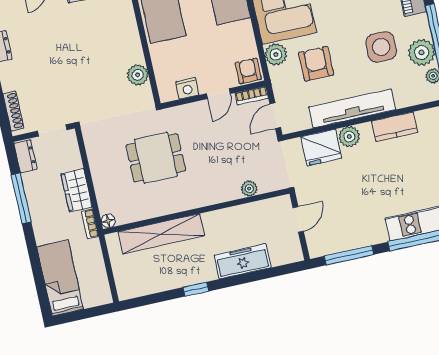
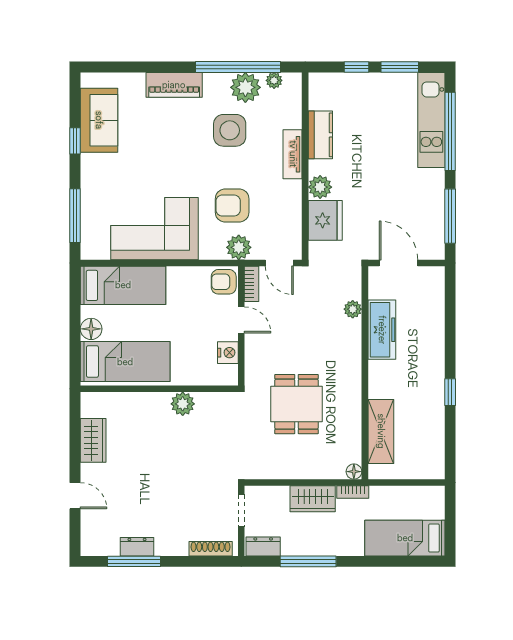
plant: (276, 54) -> (239, 247), moved
plant: (138, 75) -> (183, 404), moved
tv unit: (352, 108) -> (293, 154), width x0.52, depth x0.78
door: (298, 219) -> (398, 263), width x1.37
shelving: (161, 234) -> (381, 431), width x0.68
freezer: (243, 261) -> (382, 330), moved, turned 180

